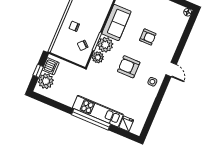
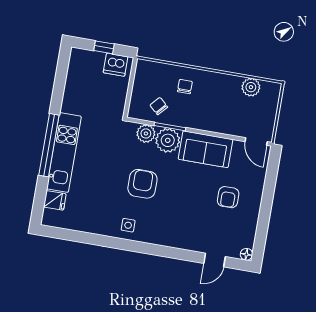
armchair: (148, 37) -> (228, 197), moved
door: (171, 69) -> (215, 260), moved
plant: (46, 81) -> (91, 63), removed

